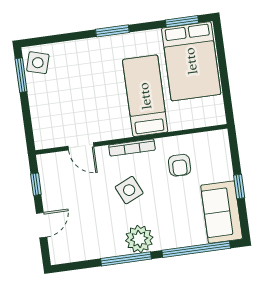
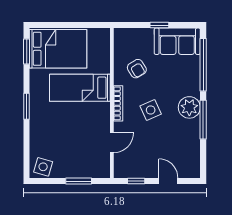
window: (21, 75) -> (79, 181), moved
armchair: (180, 165) -> (137, 69), turned 58

